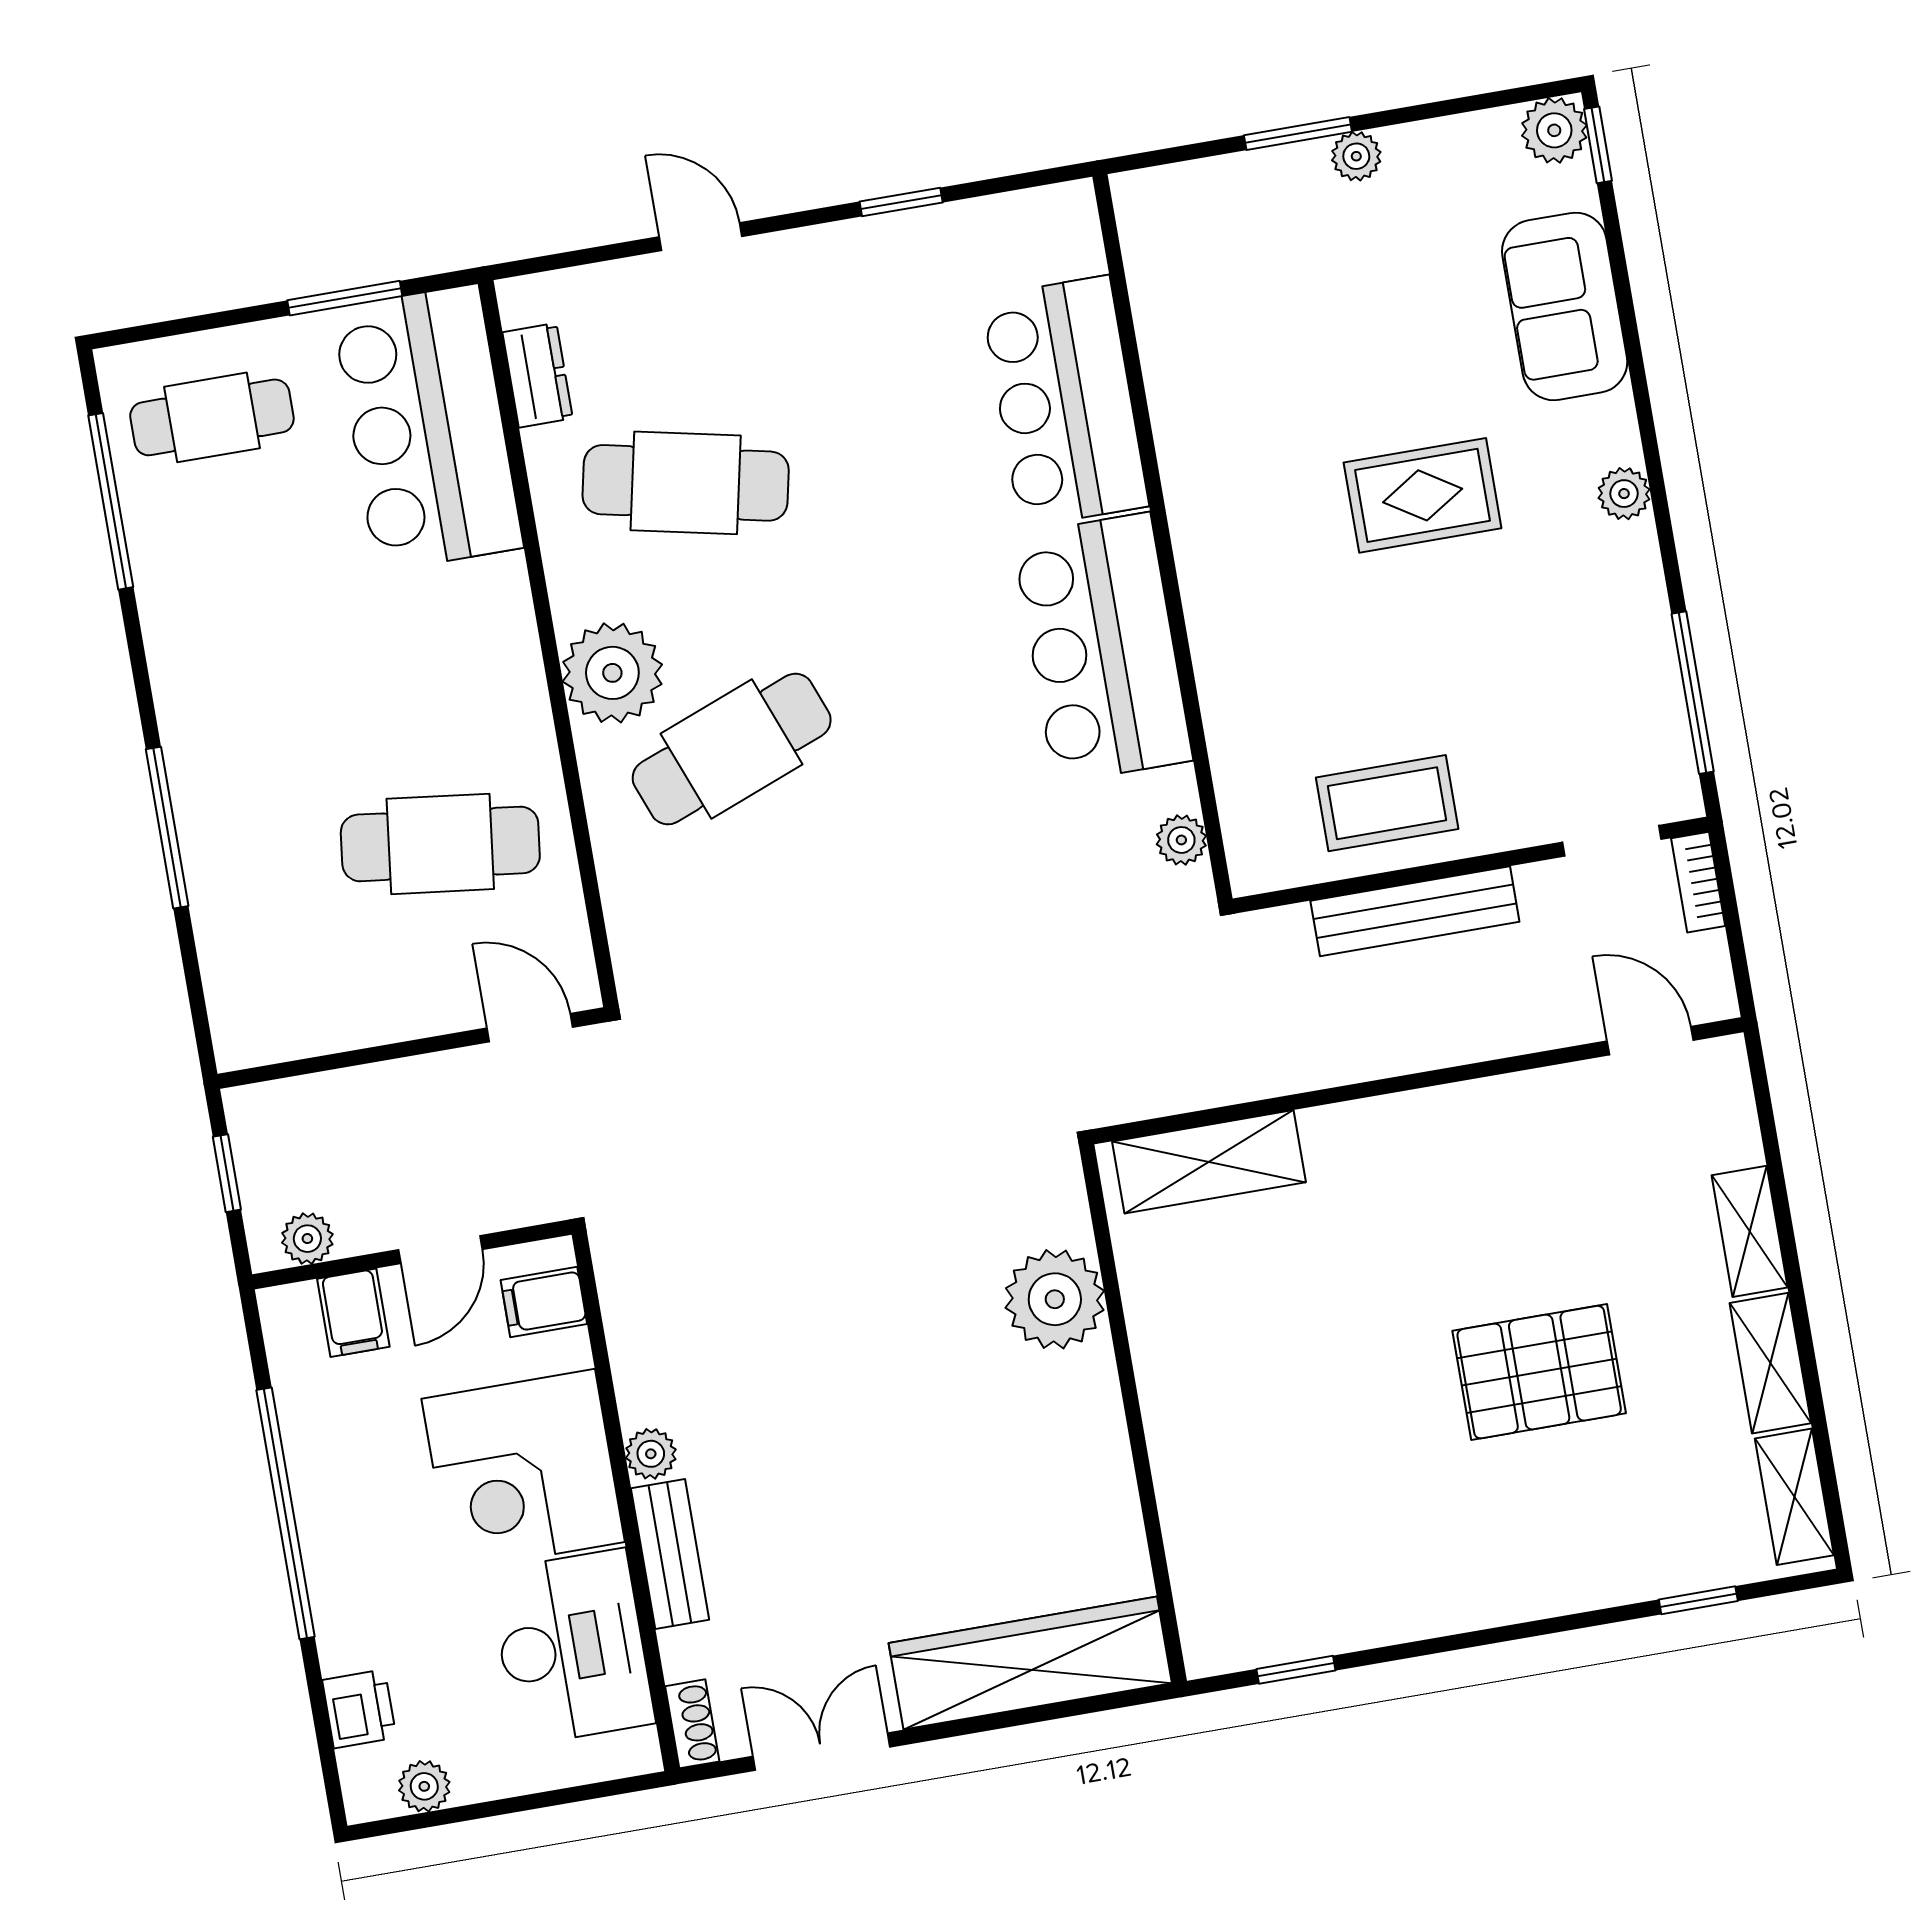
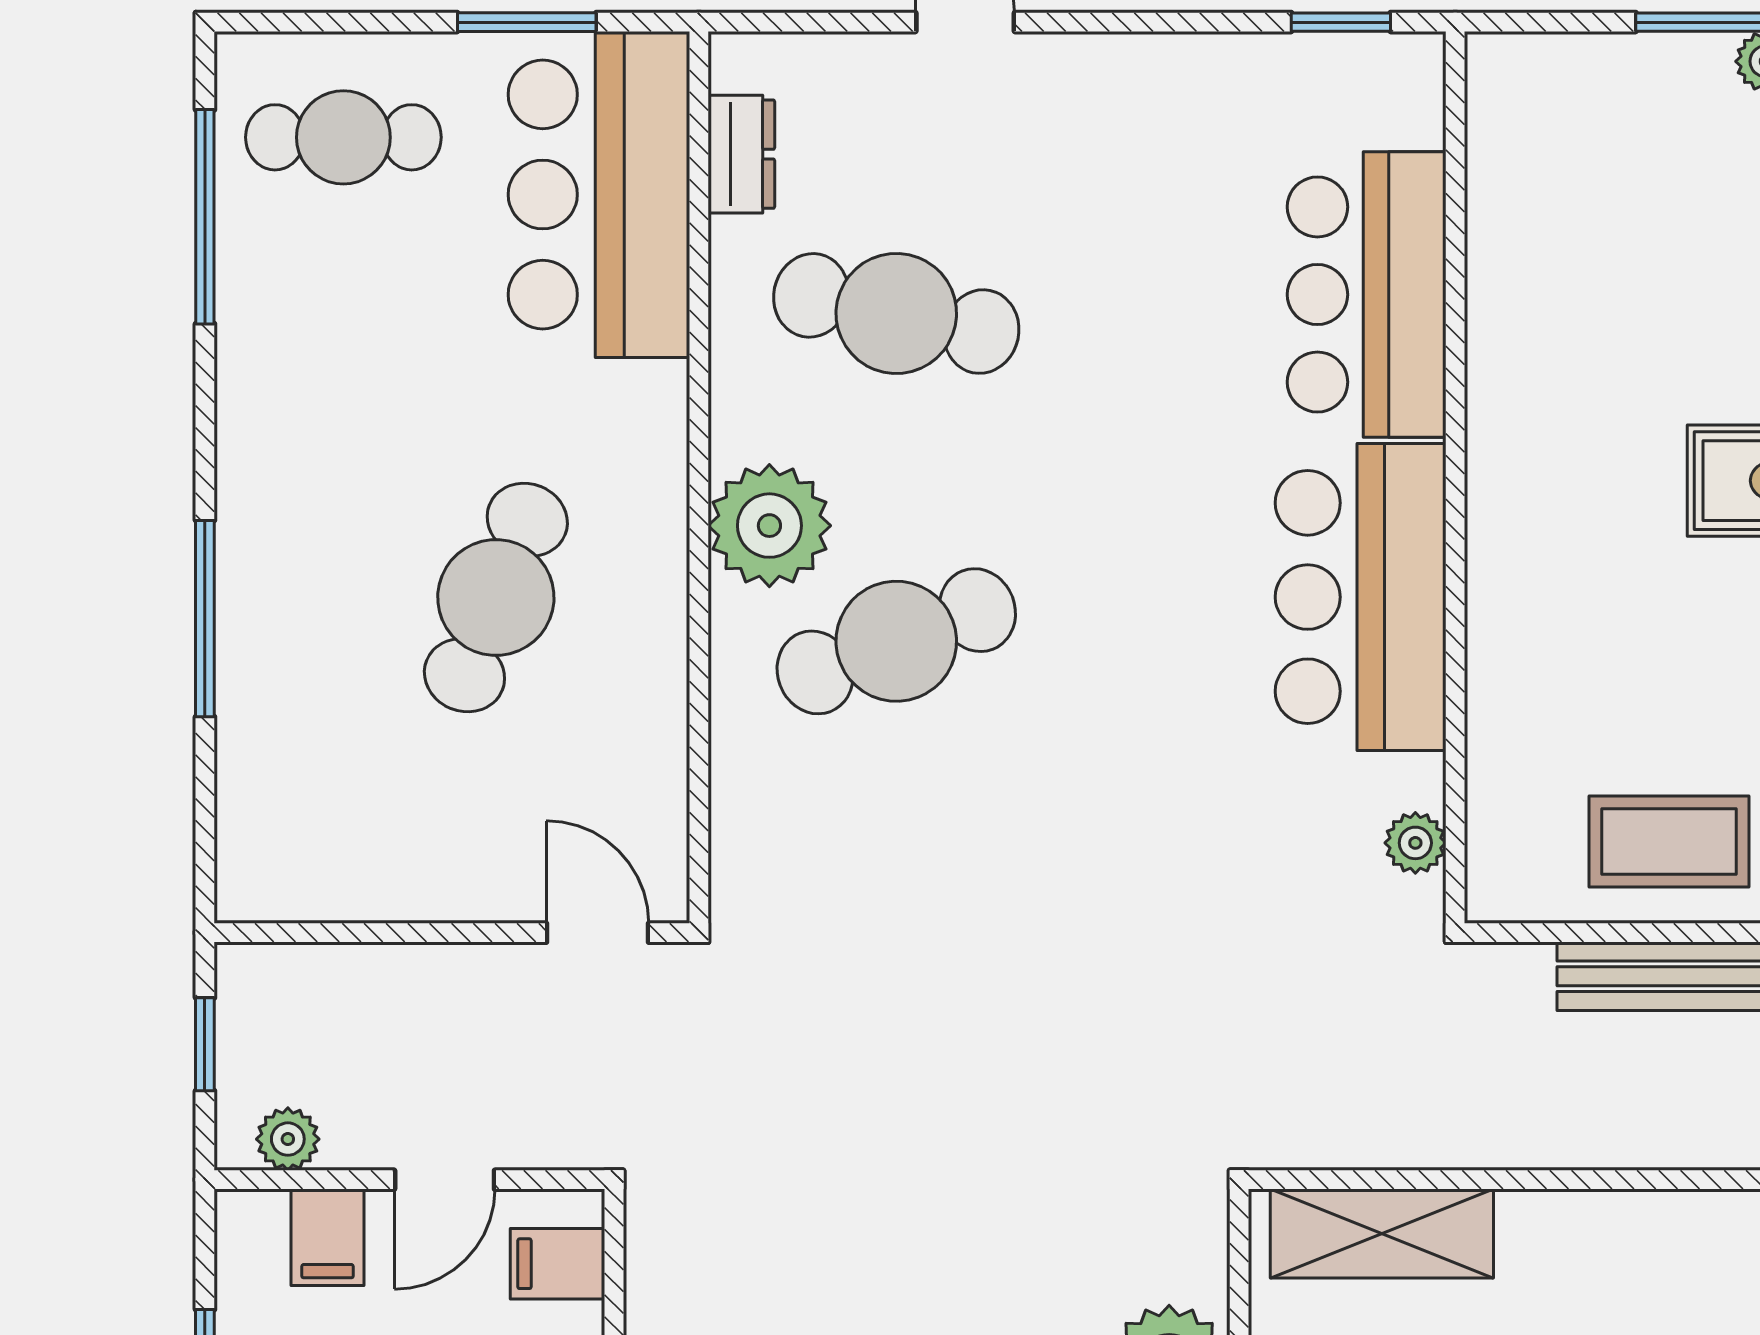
window: (901, 202) -> (1341, 22), moved
cafe table: (440, 844) -> (496, 598), moved, turned -75

